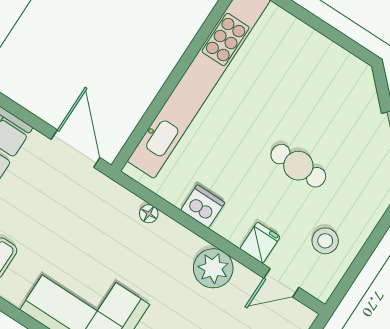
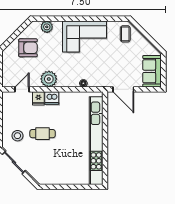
dishwasher: (203, 206) -> (52, 98), moved
stool: (325, 241) -> (17, 136), moved

